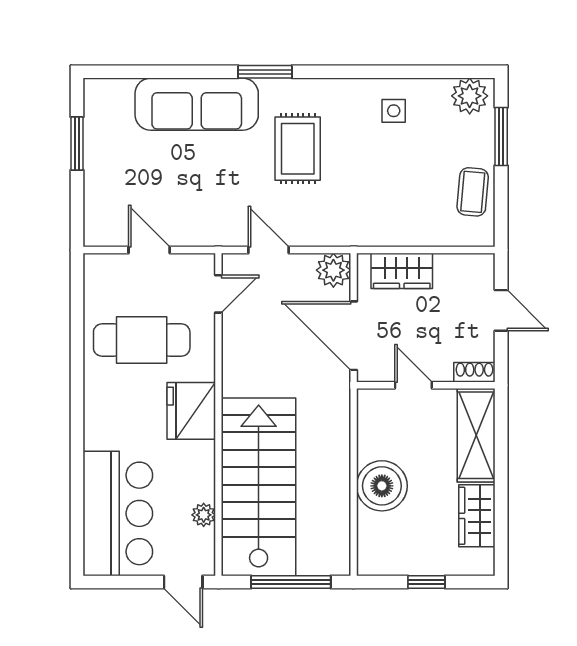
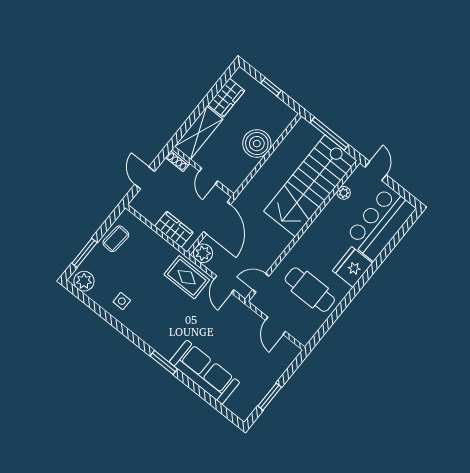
rug: (298, 149) -> (187, 277), moved, turned 90
fridge: (191, 411) -> (352, 267), moved, turned 180

